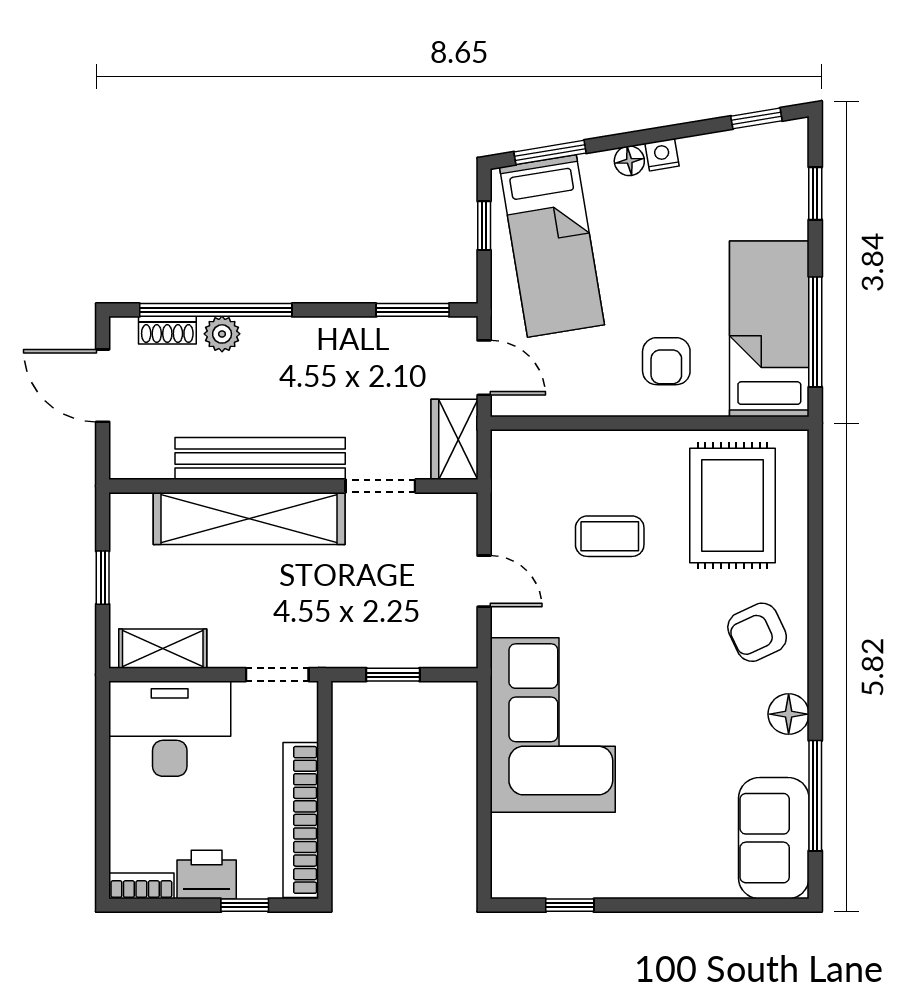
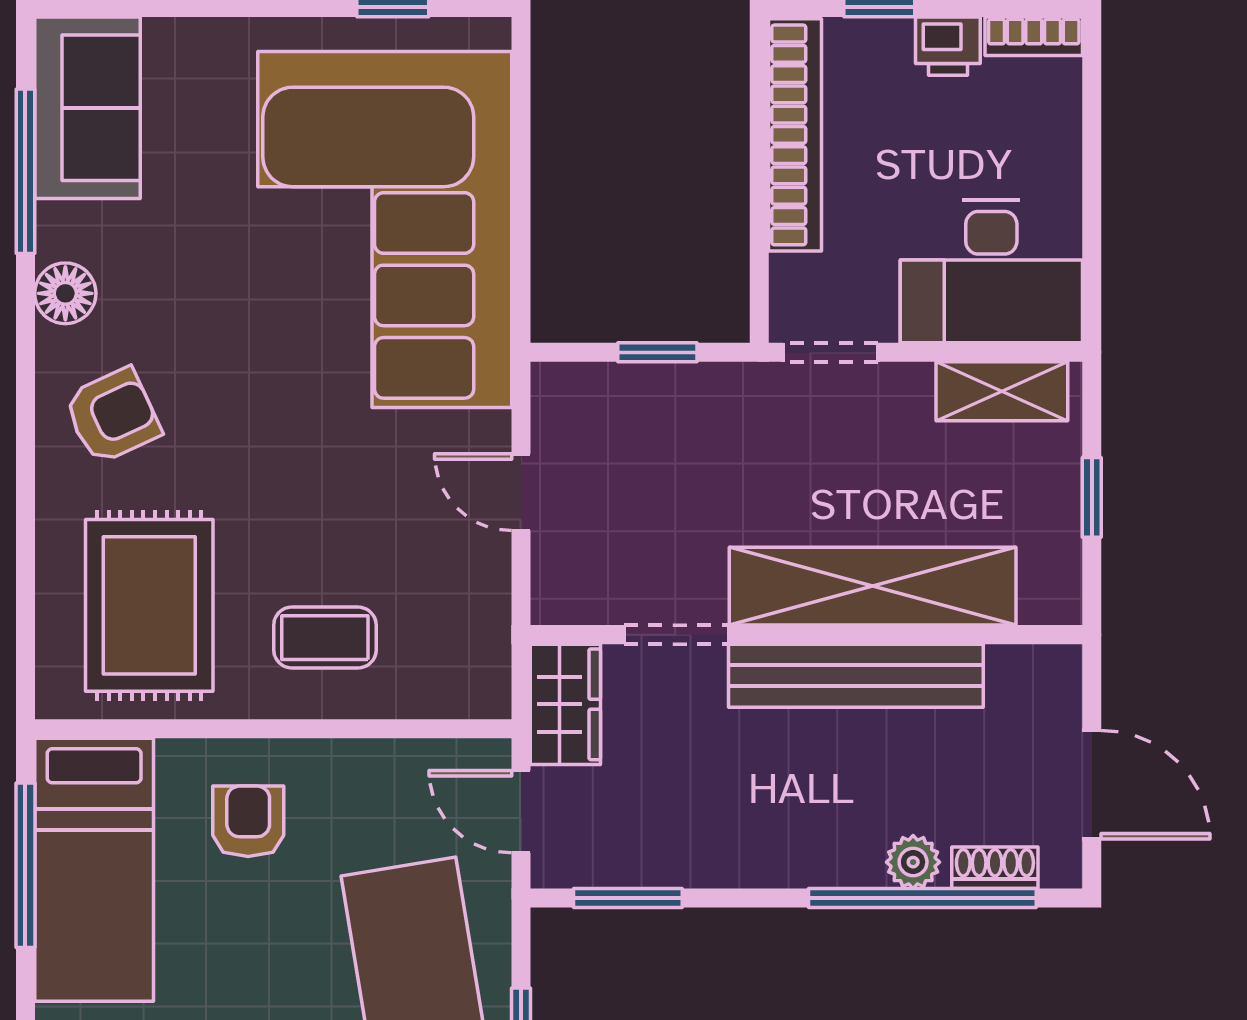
coffee table: (610, 536) -> (325, 638), moved
corner sofa: (553, 725) -> (385, 230), width x1.36, depth x1.36
printer: (207, 875) -> (948, 46), width x0.73, depth x0.81

